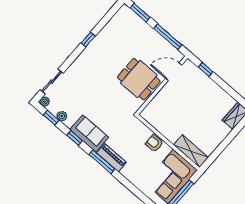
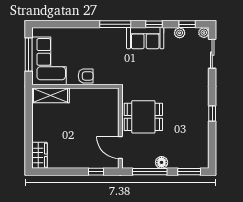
floor lamp: (154, 36) -> (162, 162), added
door: (174, 72) -> (120, 147), swing flipped
piano: (111, 158) -> (110, 34), removed

